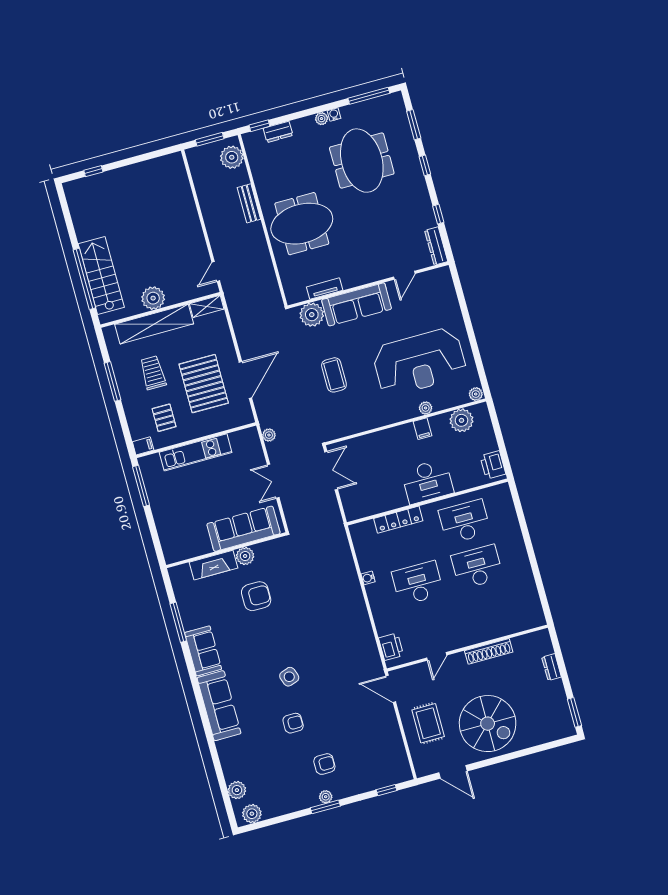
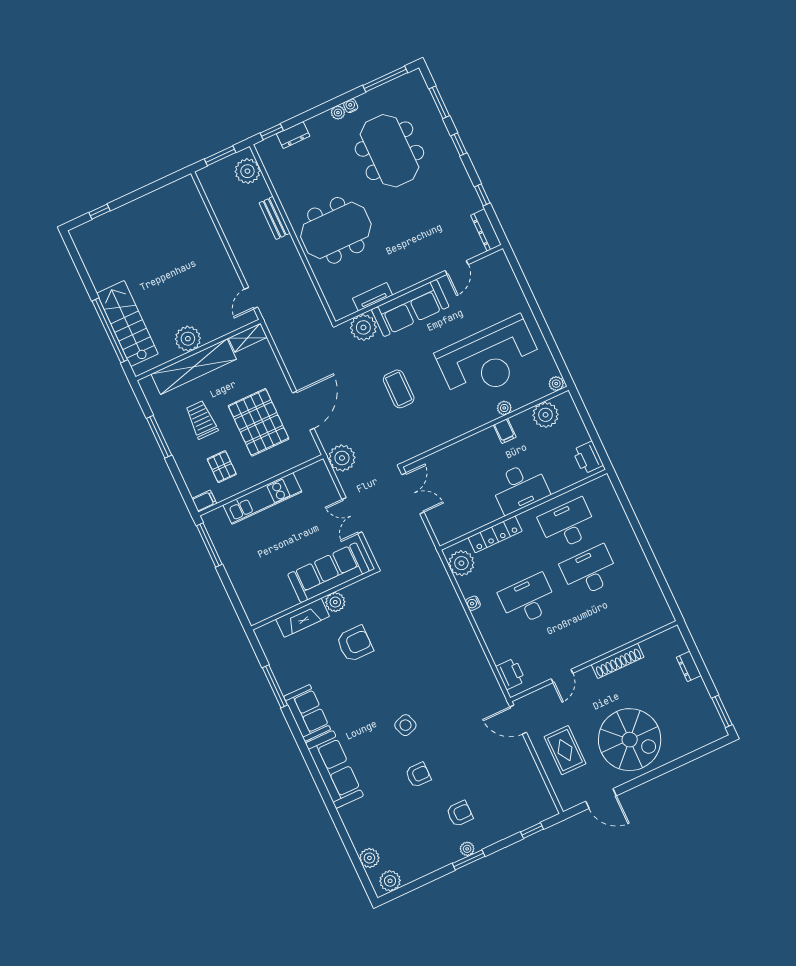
plant: (269, 435) -> (342, 458), width x1.88, depth x1.88
plant: (364, 540) -> (461, 563), added

